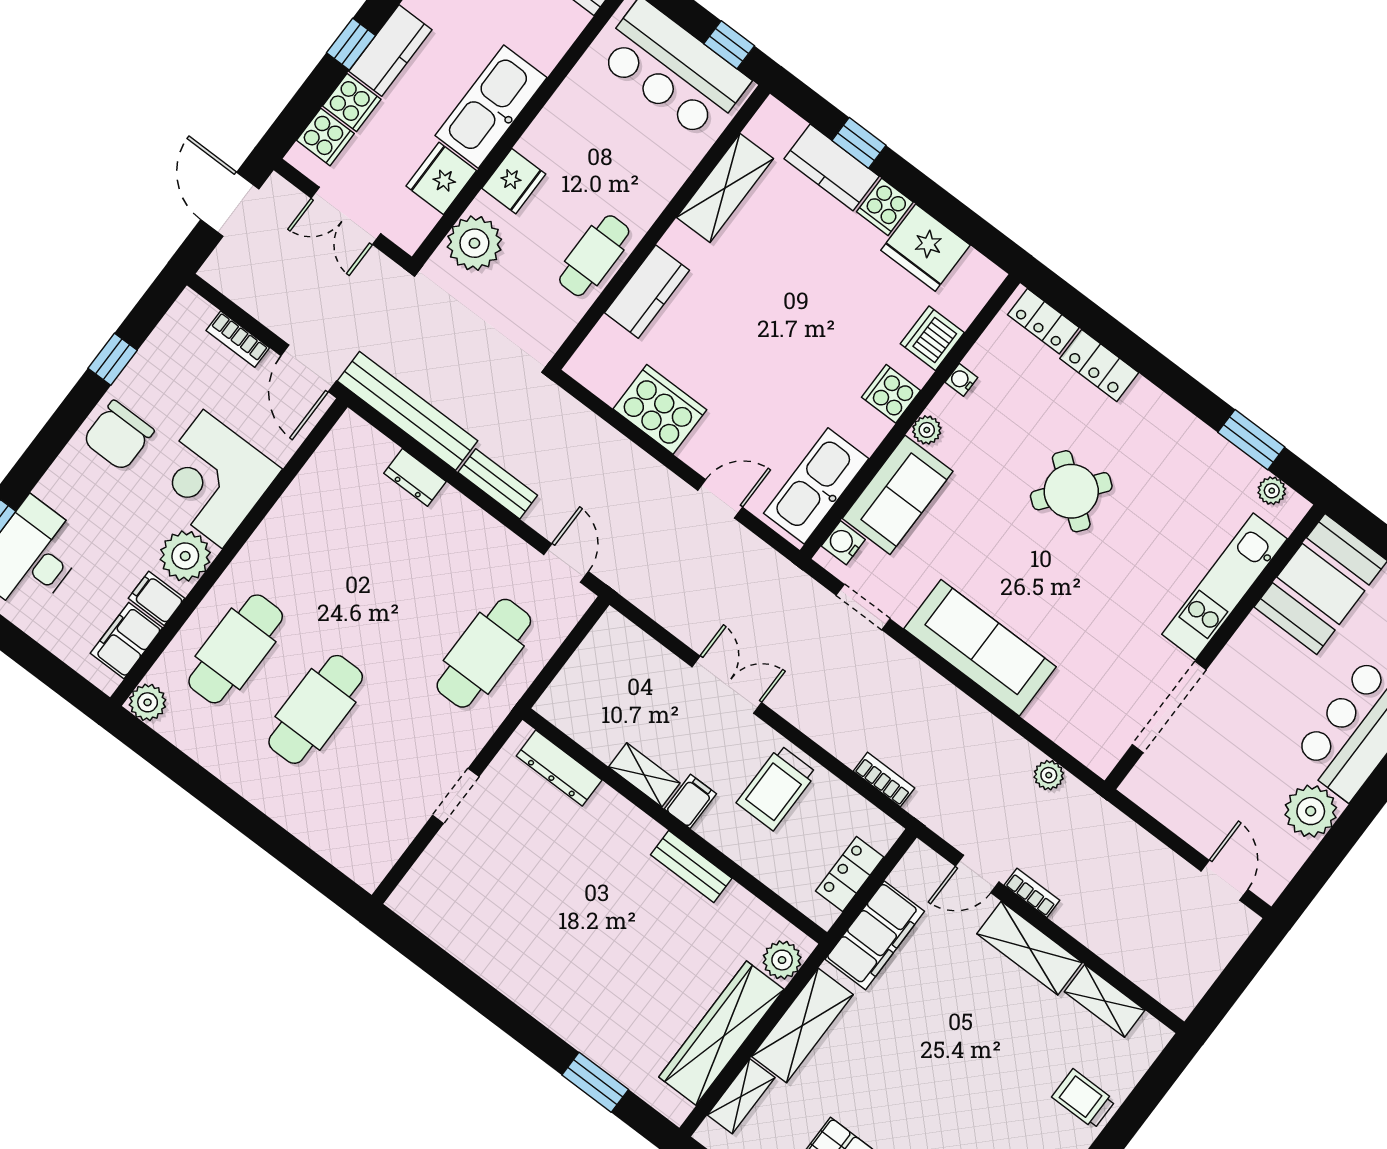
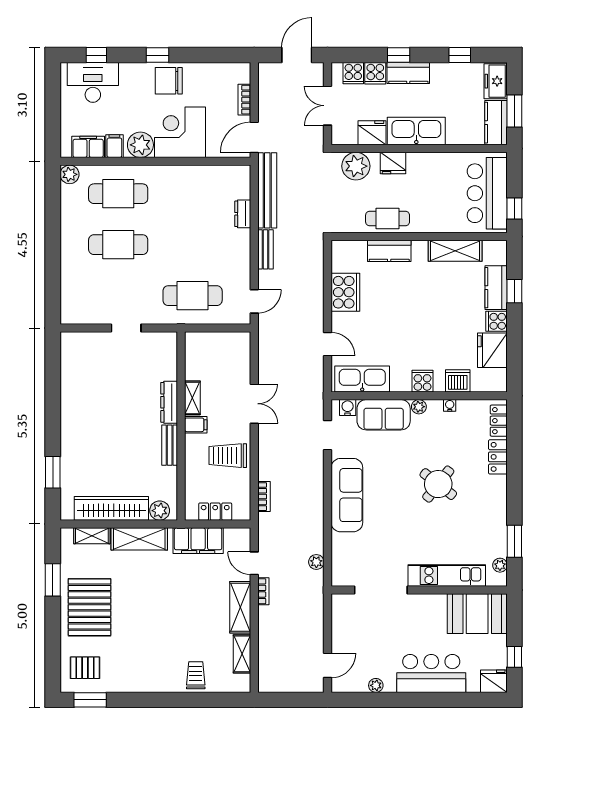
window: (113, 359) -> (157, 55), moved
dresser: (559, 768) -> (169, 402), moved
plant: (1311, 811) -> (376, 685), width x0.53, depth x0.53

